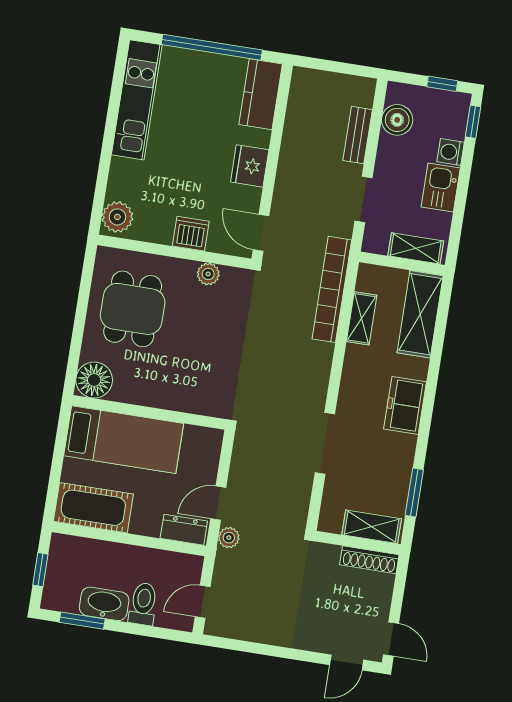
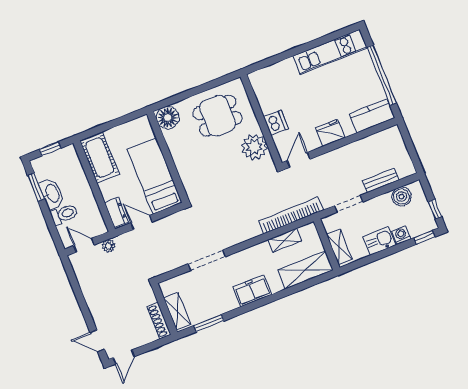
plant: (117, 217) -> (262, 79), removed
plant: (208, 274) -> (254, 147), width x1.88, depth x1.88
bed: (124, 440) -> (155, 176), moved, turned 180
plant: (229, 538) -> (108, 246), moved

